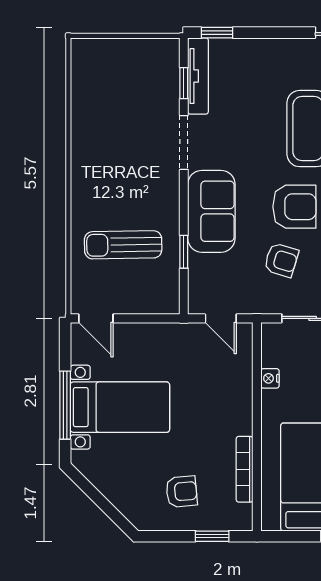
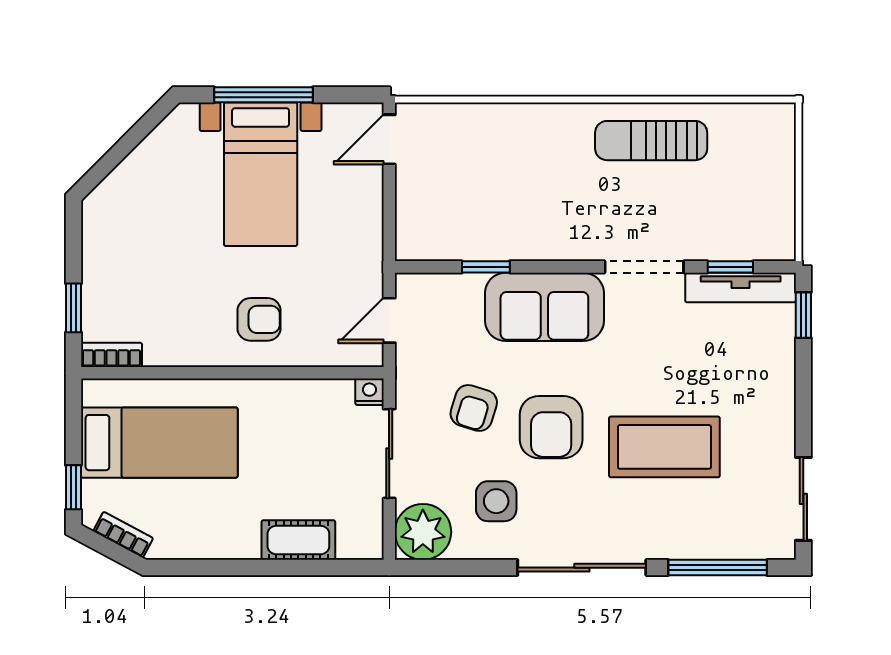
sun lounger: (123, 245) -> (651, 141), moved, turned -89
nightstand: (270, 378) -> (369, 392), moved
bookcase: (245, 469) -> (111, 355), moved, width x0.64
armchair: (182, 492) -> (259, 319), moved, turned -85

